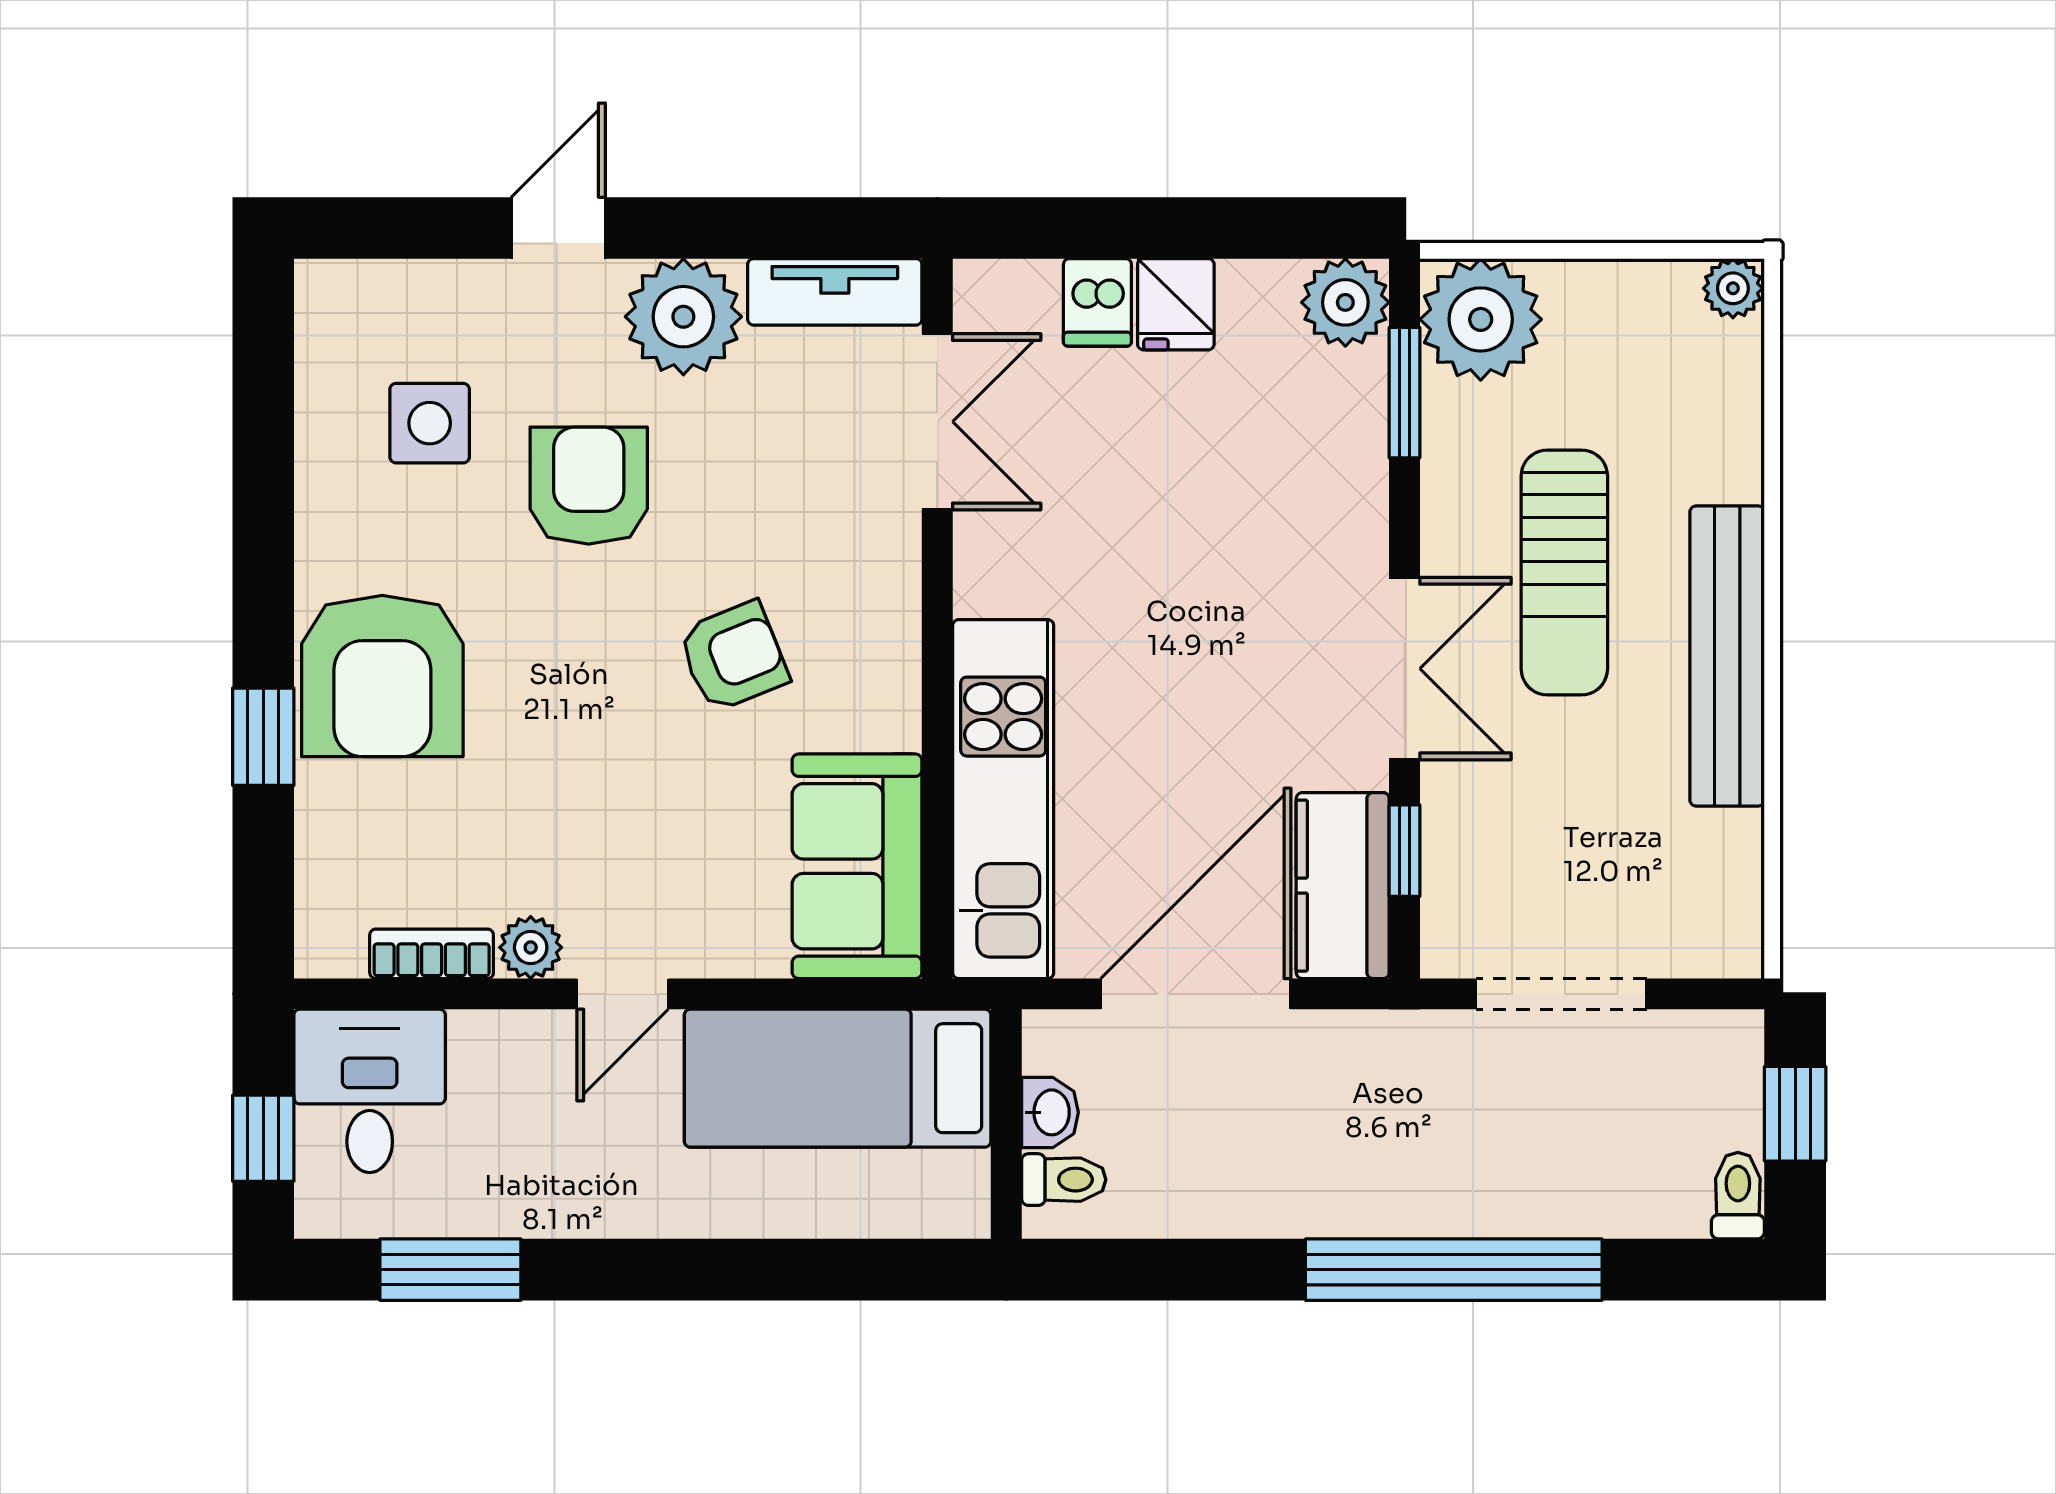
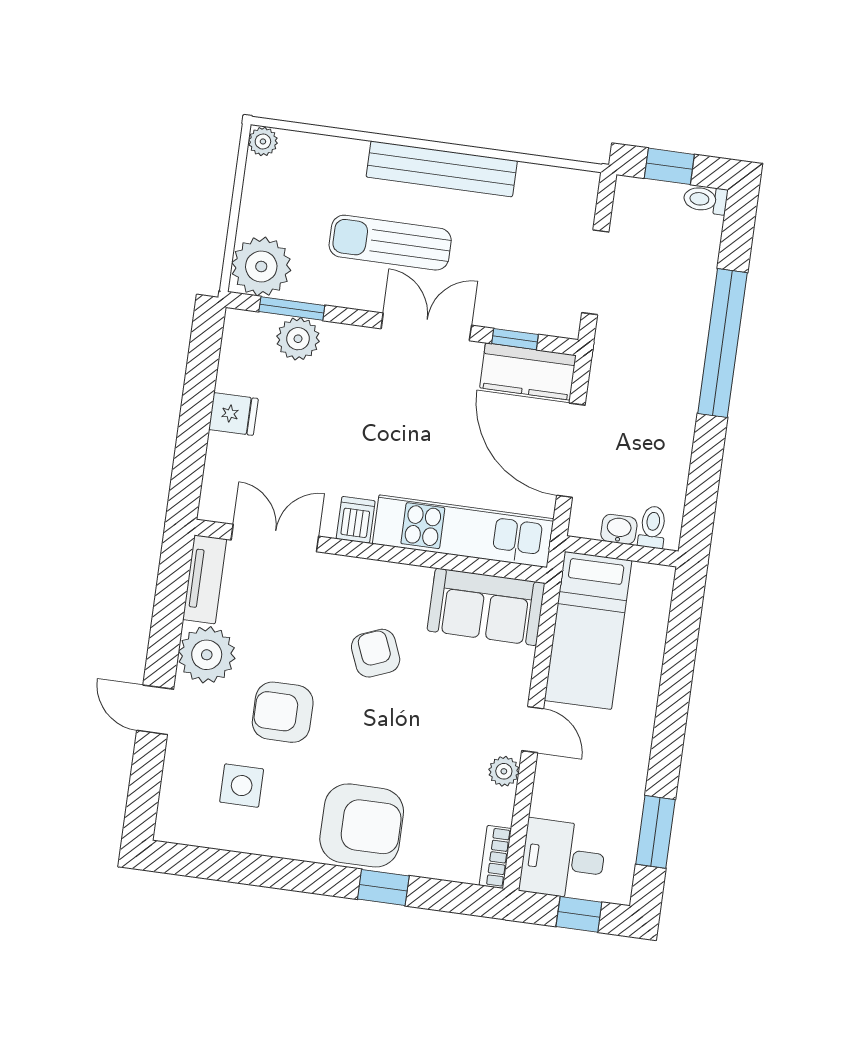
dishwasher: (1097, 302) -> (356, 520), moved, turned -90
plant: (1345, 302) -> (298, 339), moved
sun lounger: (1564, 572) -> (390, 243), turned 180
bookcase: (432, 954) -> (495, 857), moved

